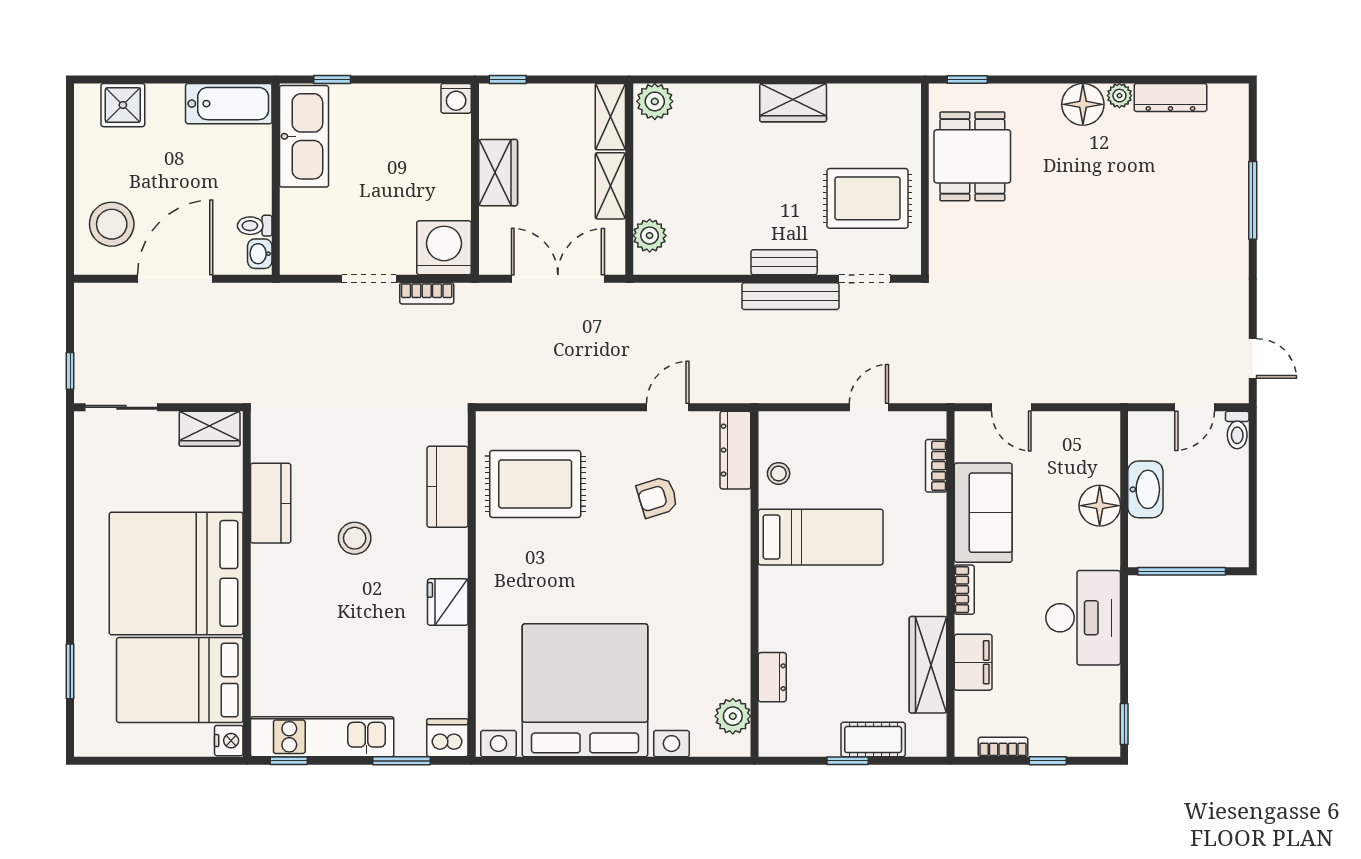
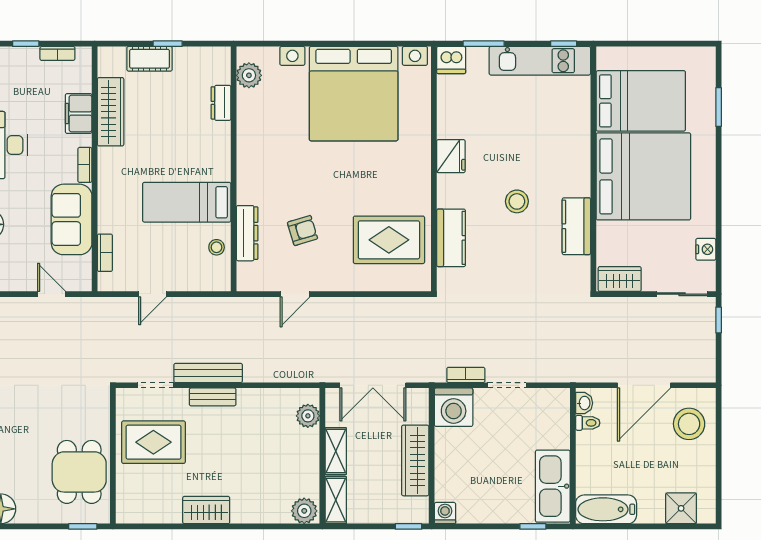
wardrobe: (498, 173) -> (415, 460), width x1.50
dresser: (735, 450) -> (247, 233), moved
nightstand: (229, 741) -> (706, 249), moved, turned 180

